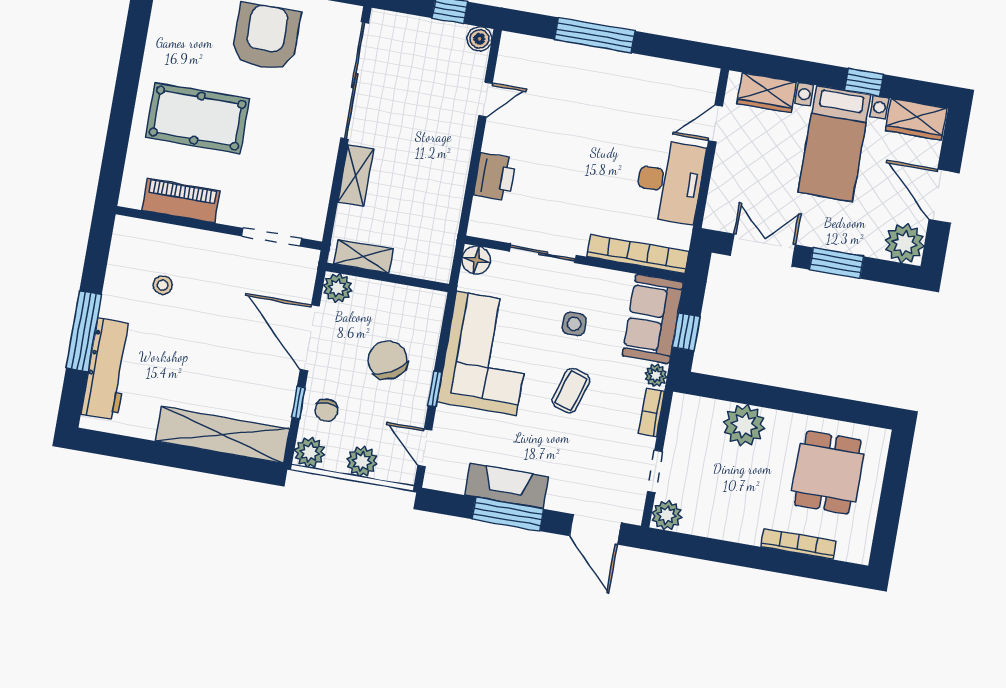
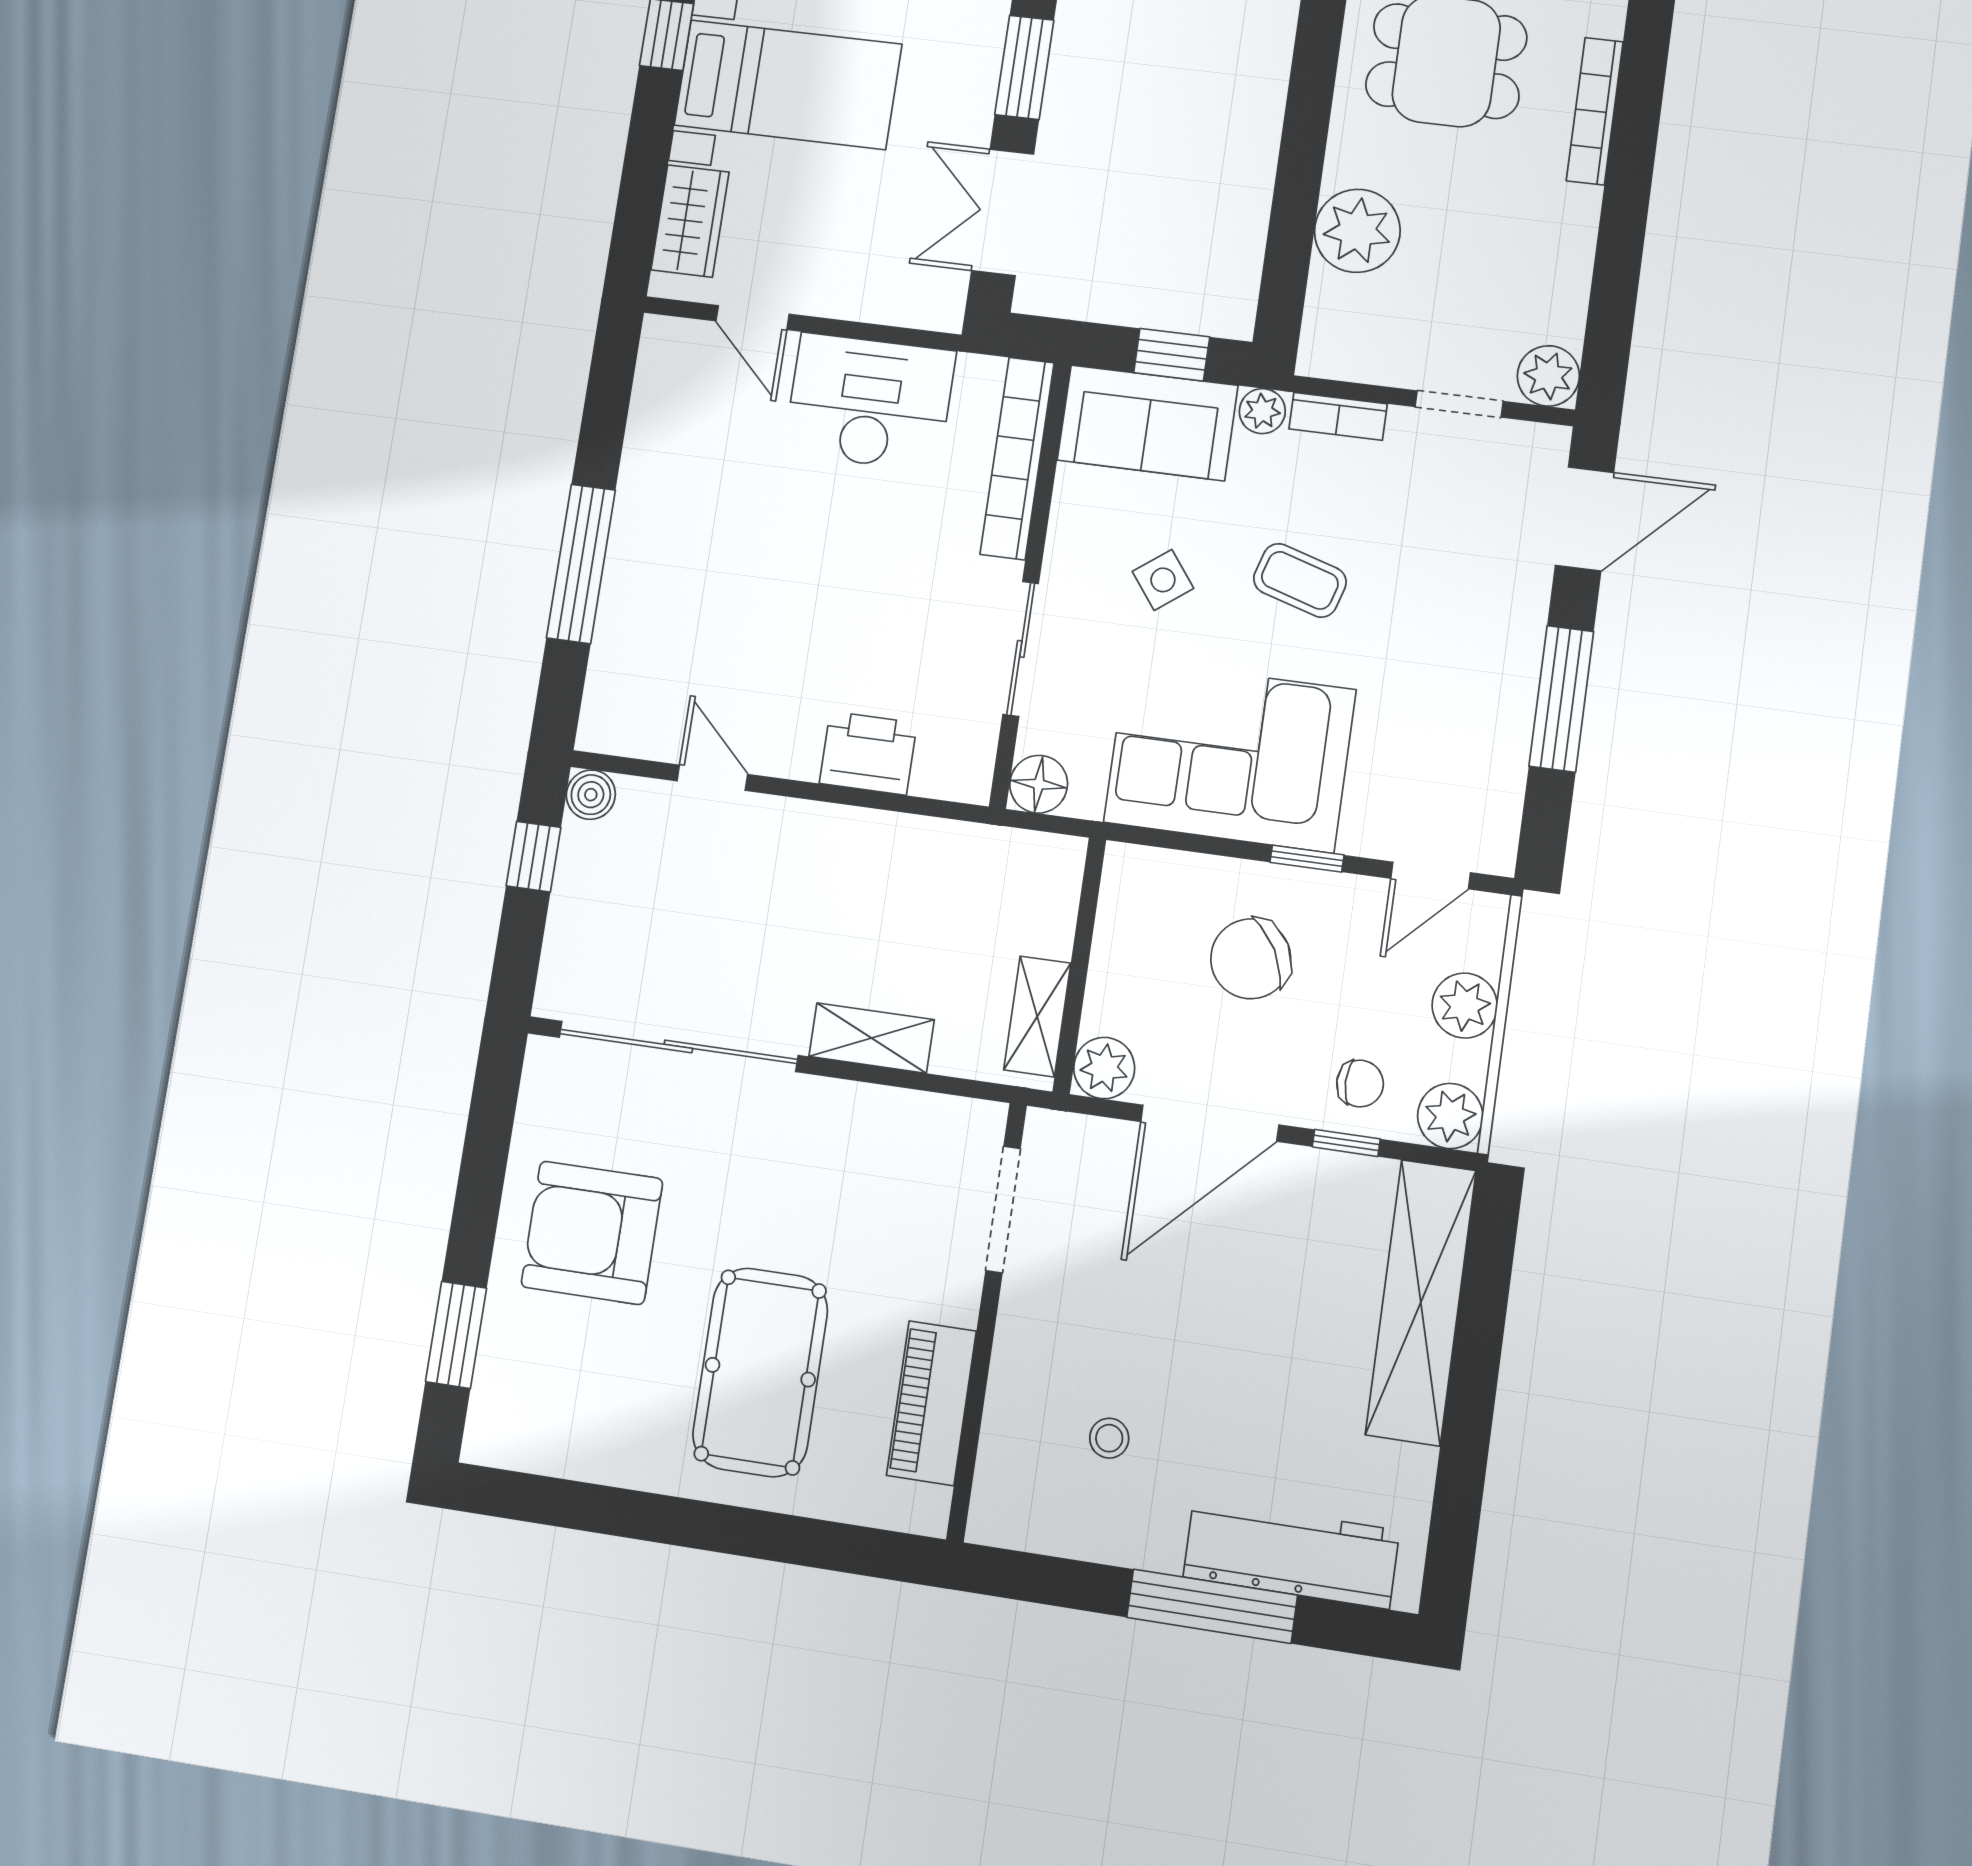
side table: (574, 324) -> (1163, 580), turned -37
fireplace: (507, 486) -> (1503, 703), removed

